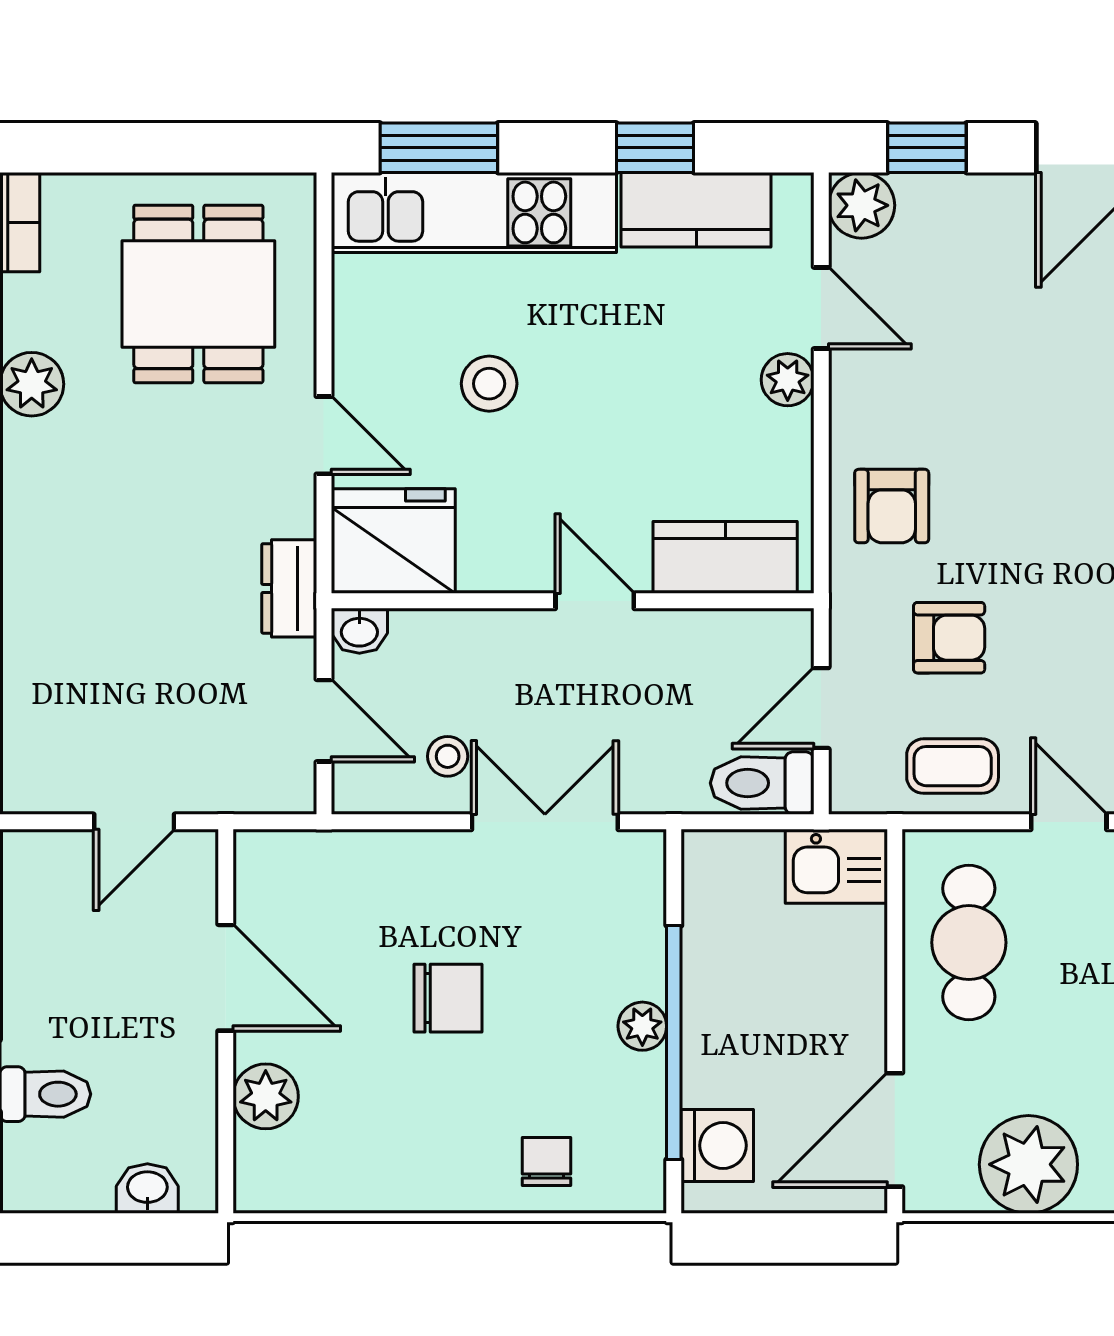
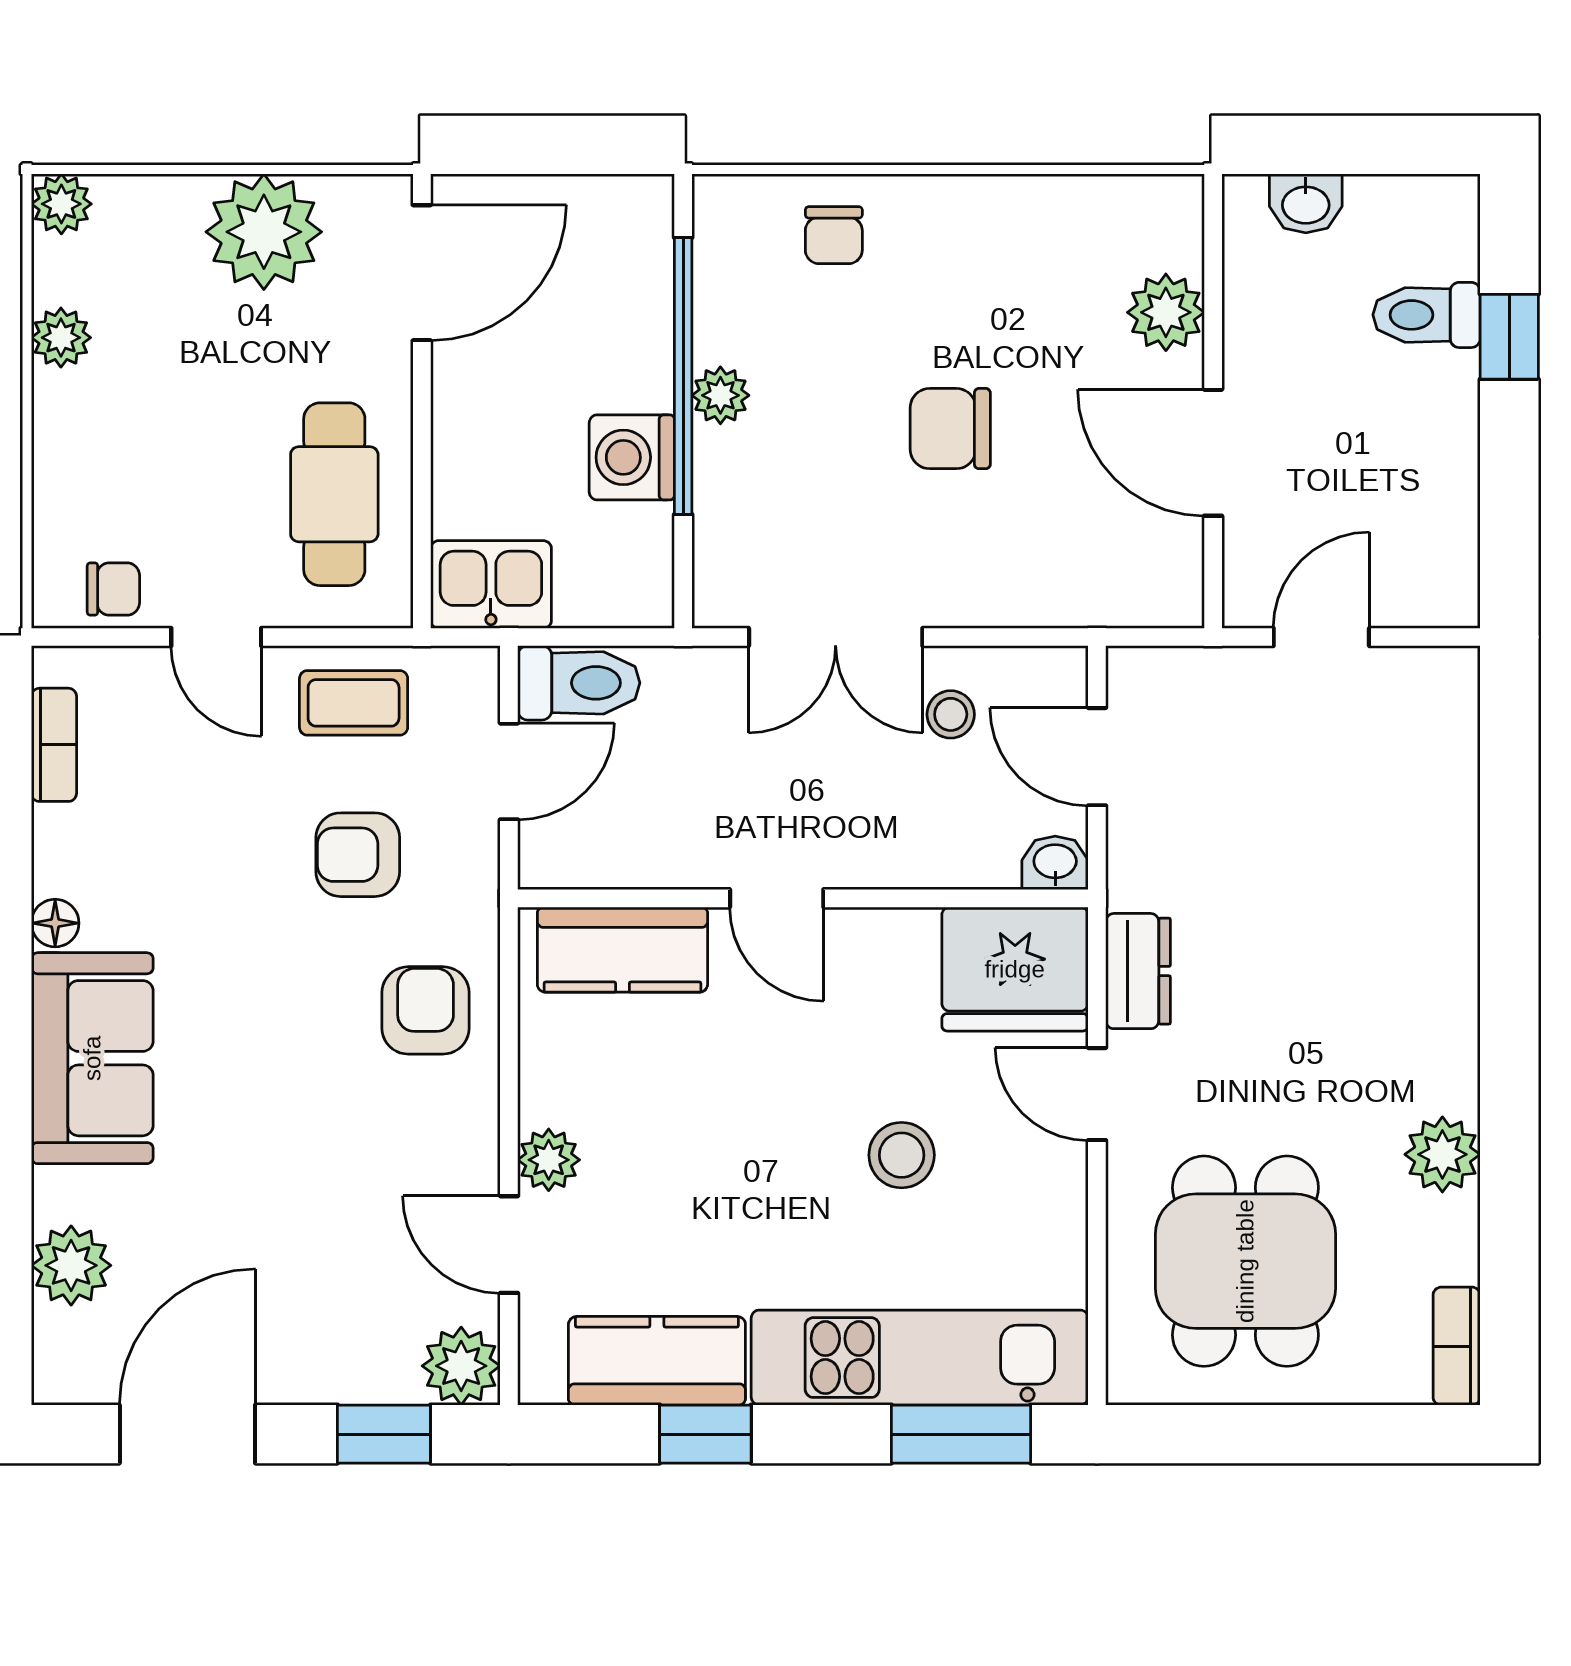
dresser: (289, 588) -> (1138, 971), moved
washing machine: (717, 1145) -> (632, 457), moved

